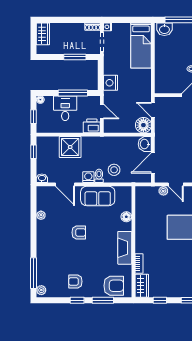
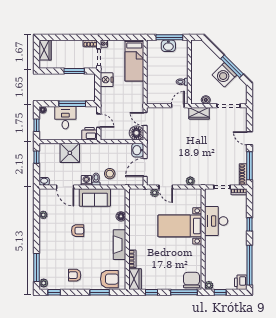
washbasin: (164, 29) -> (168, 46), moved
nightstand: (111, 83) -> (107, 80), moved
window: (77, 300) -> (54, 292), moved

